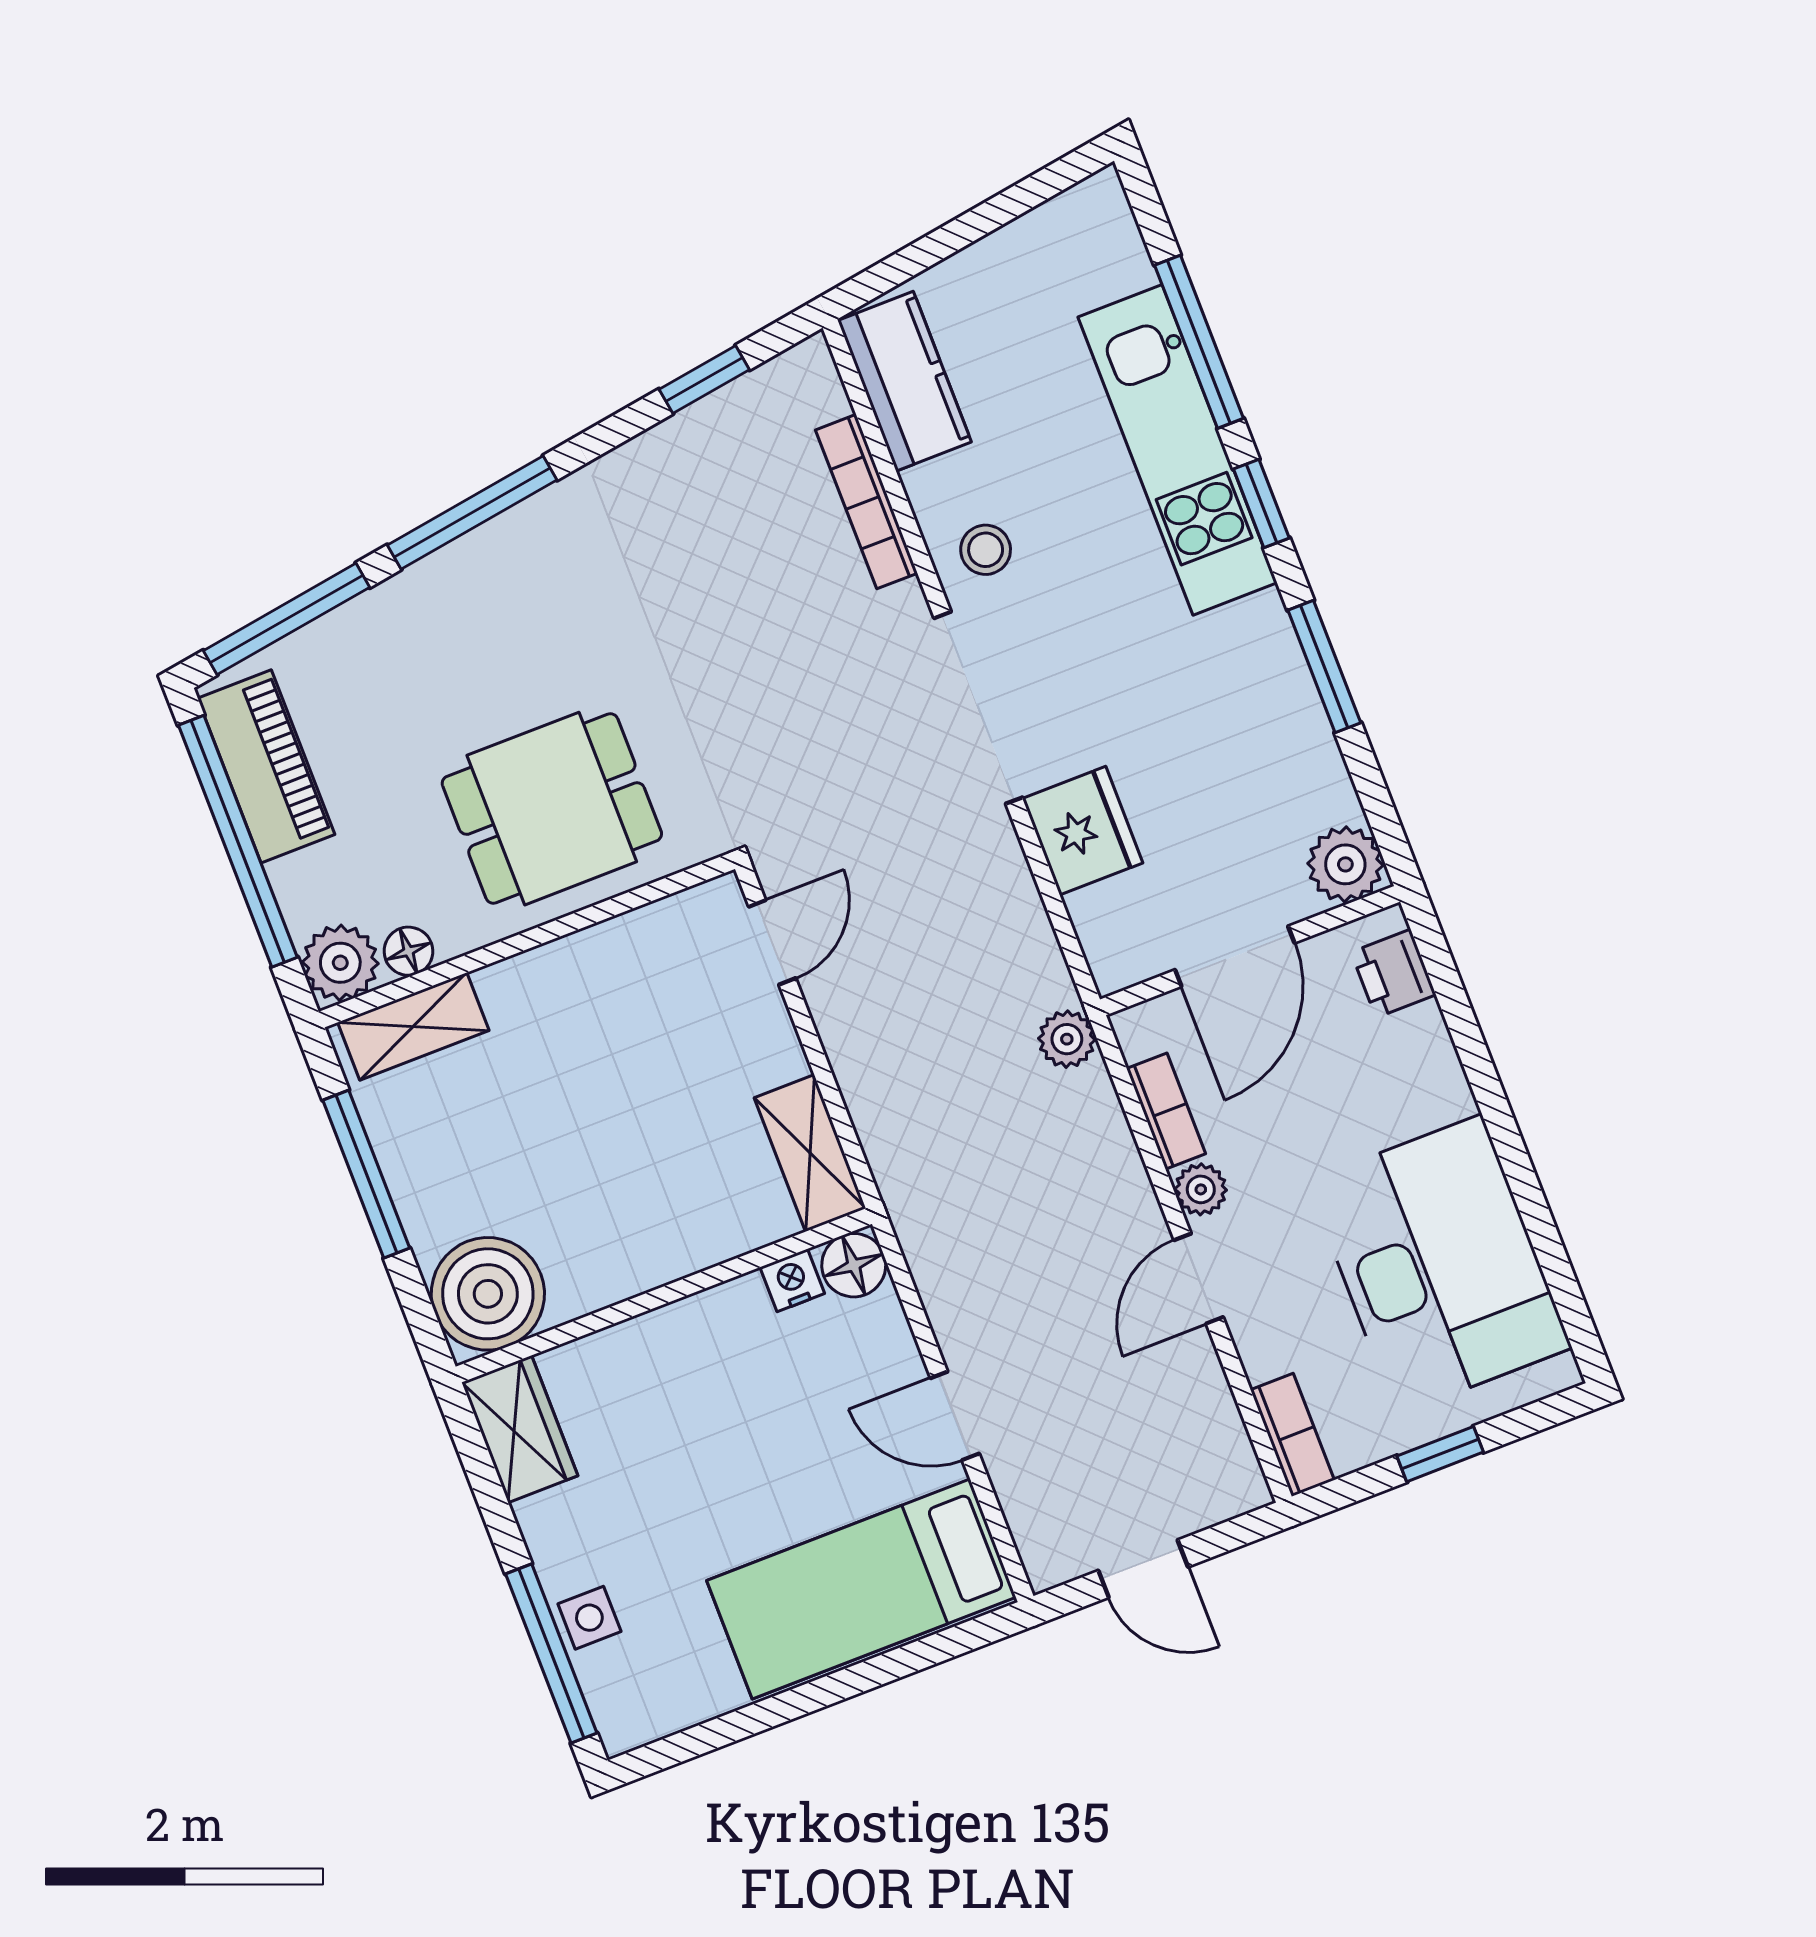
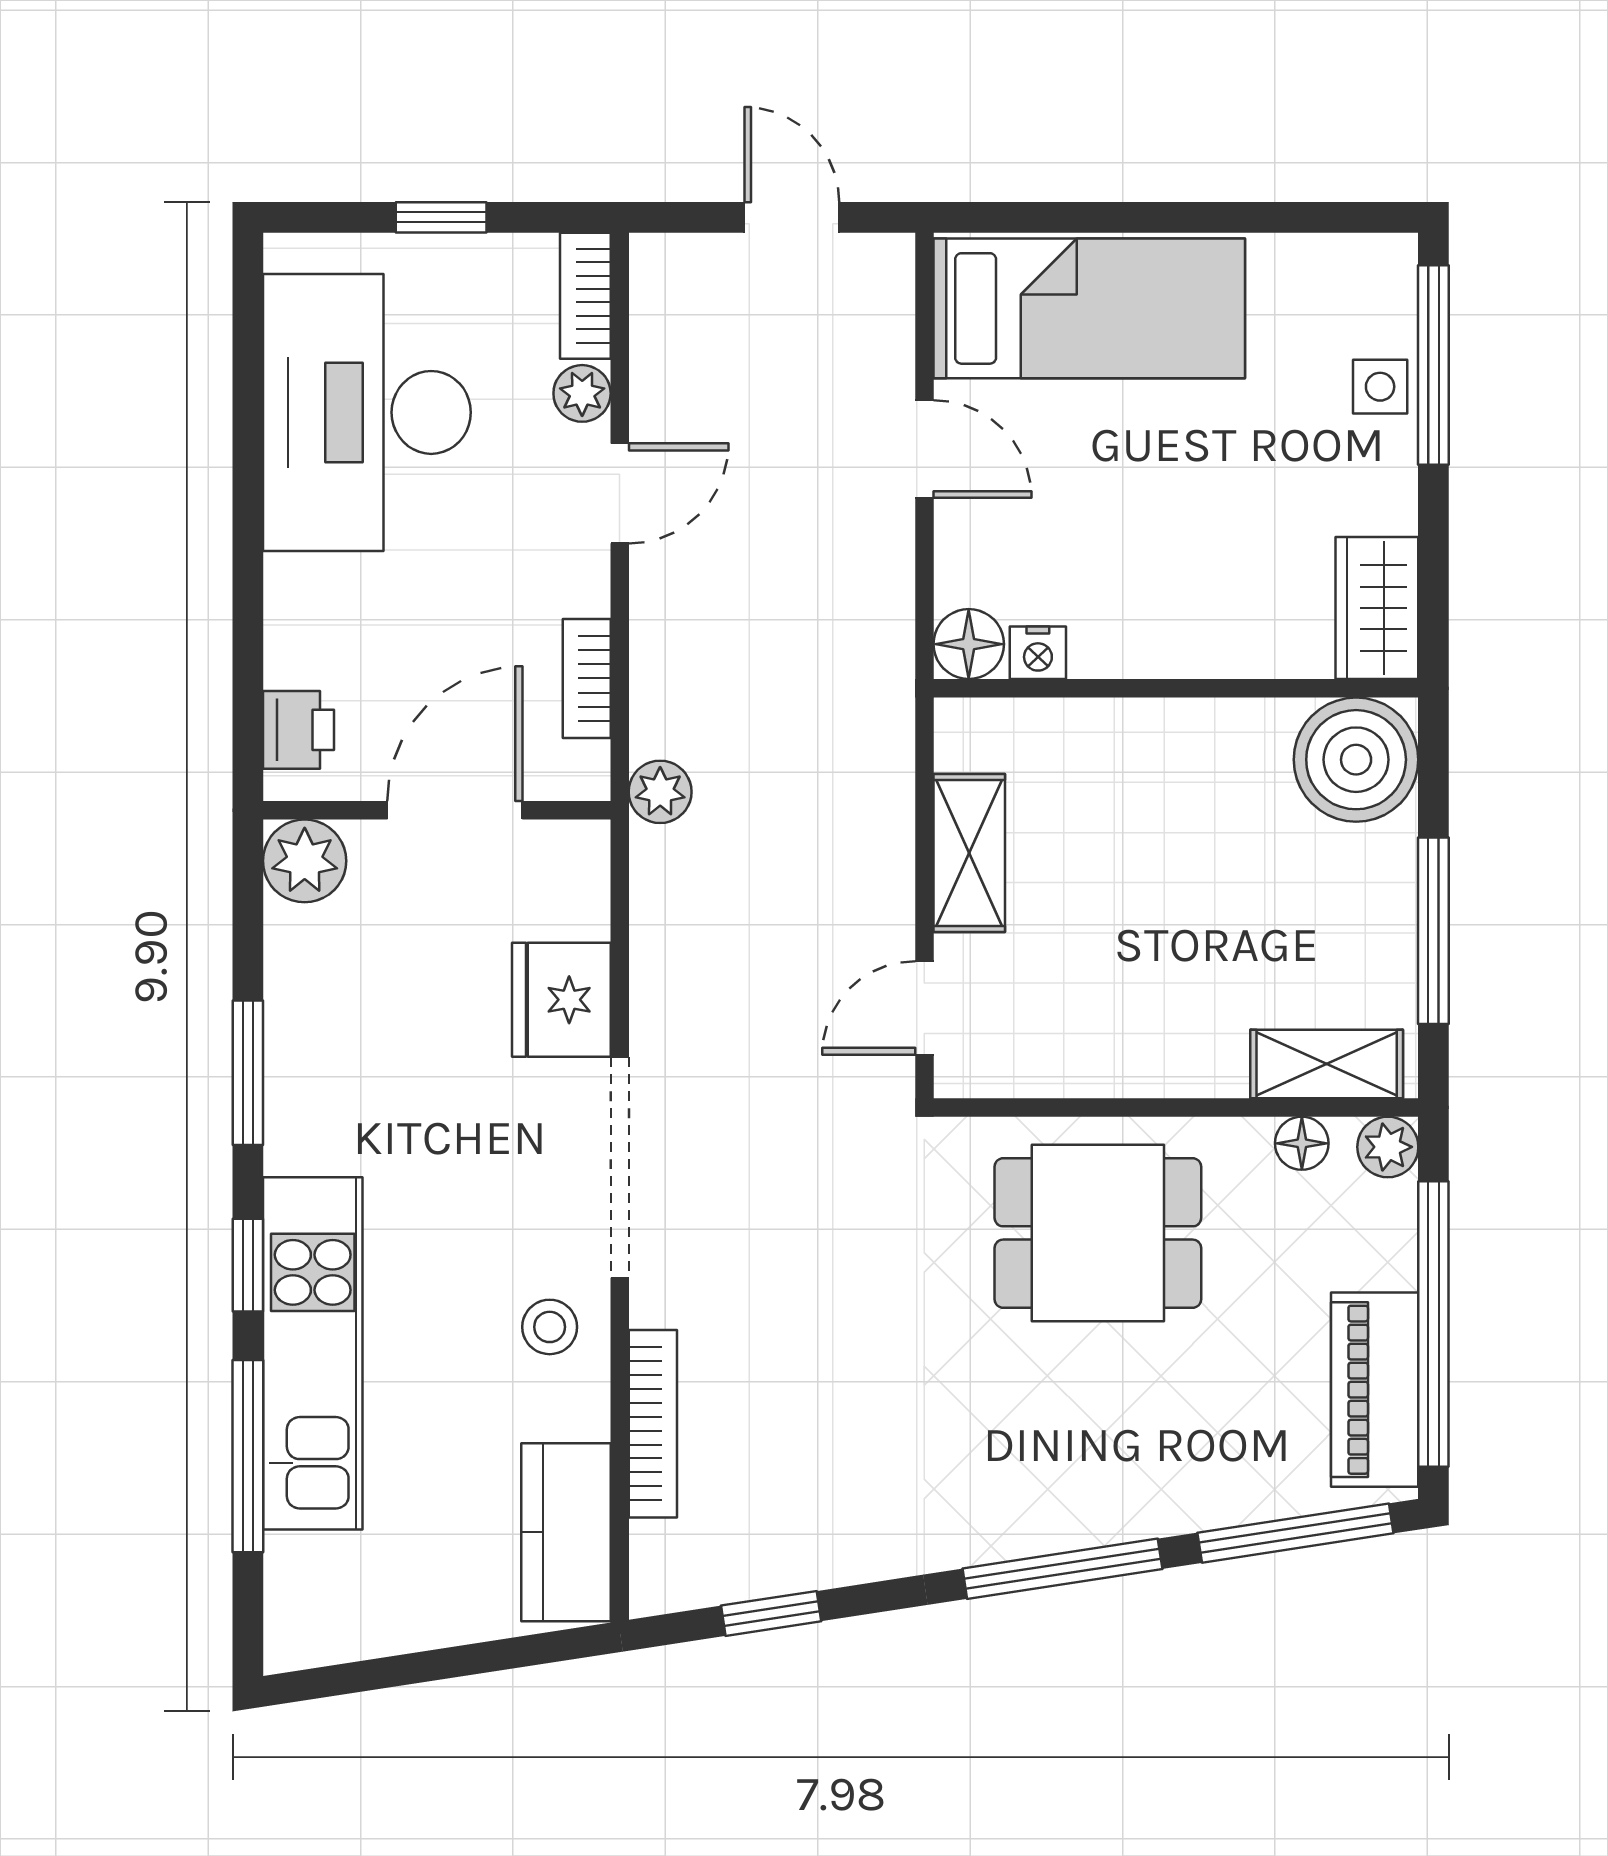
plant: (340, 963) -> (1388, 1147), width x0.73, depth x0.73
shelving: (810, 1153) -> (969, 853), moved
plant: (1201, 1189) -> (582, 393), moved

